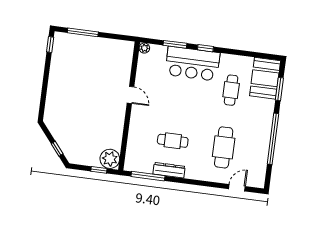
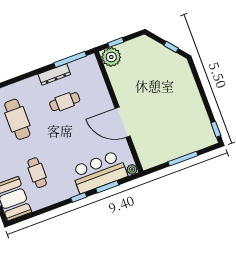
window: (83, 32) -> (183, 159), moved
bar counter: (192, 64) -> (99, 172), moved
door: (131, 95) -> (123, 122), width x1.87
window: (57, 149) -> (171, 47), moved

